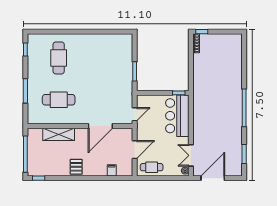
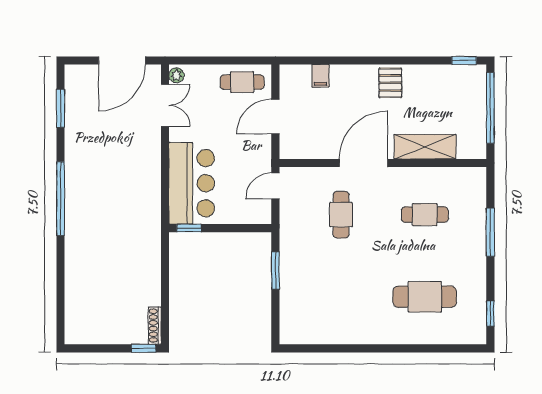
cafe table: (59, 58) -> (425, 297), turned 90
cafe table: (59, 100) -> (425, 215), width x0.73, depth x0.74
cafe table: (101, 100) -> (341, 215), added
door: (100, 126) -> (364, 163), moved

